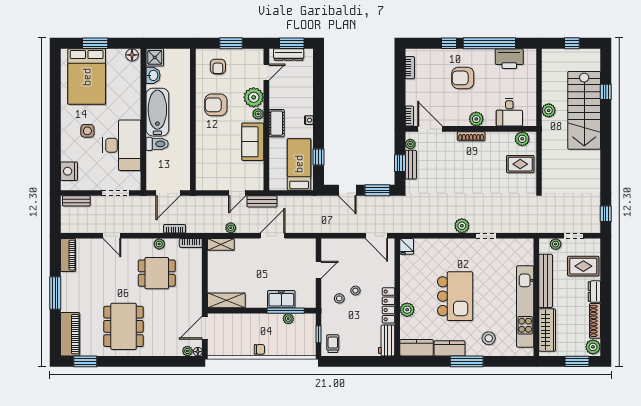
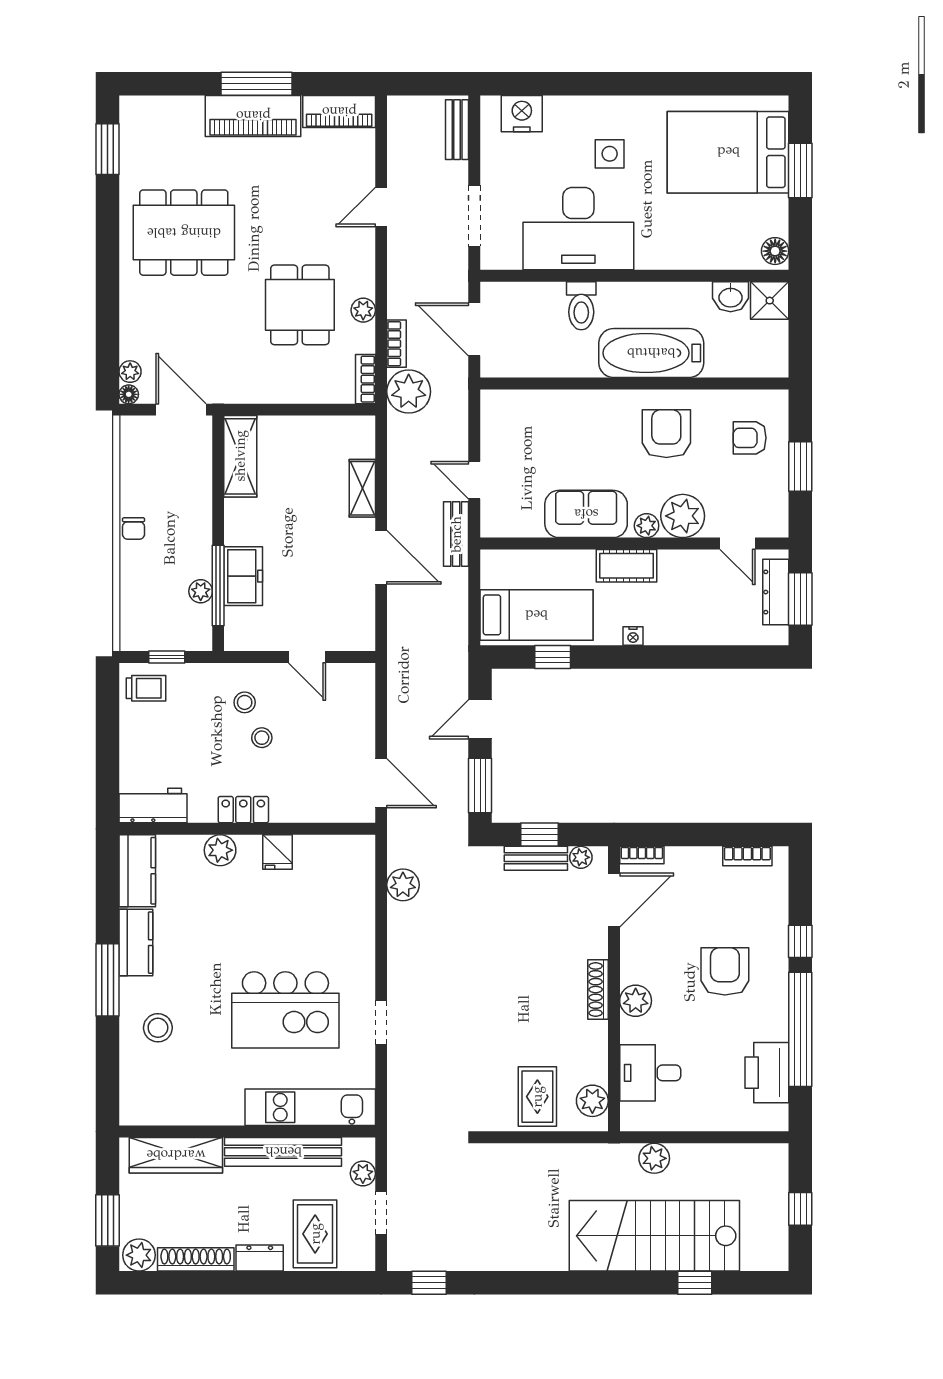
bathtub: (157, 112) -> (651, 353), moved, turned 180
plant: (462, 226) -> (403, 885), moved
plant: (231, 228) -> (409, 392), moved, width x1.88, depth x1.88
door: (376, 236) -> (381, 783), swing flipped
shelving: (221, 244) -> (362, 488), moved
fridge: (407, 246) -> (278, 852), moved, turned -90
kitchen island: (455, 296) -> (285, 1010), moved
locker: (388, 305) -> (243, 810), width x0.66
kitchen unit: (525, 306) -> (310, 1107), moved, width x0.73
piano: (70, 334) -> (253, 116), moved

